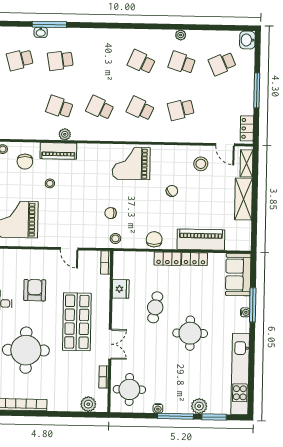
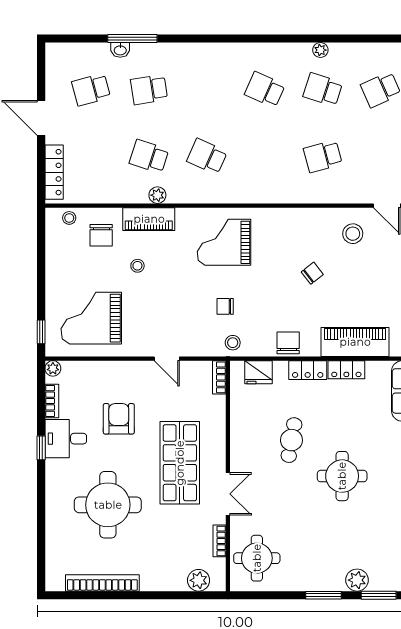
school desk: (140, 109) -> (265, 156), removed
grand piano: (131, 163) -> (224, 242), moved
fridge: (121, 289) -> (259, 372), moved, turned 90
water cooler: (158, 408) -> (298, 584), removed
window: (175, 416) -> (323, 595), width x0.69

